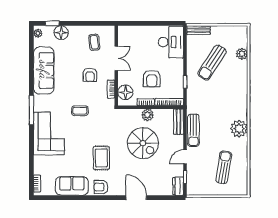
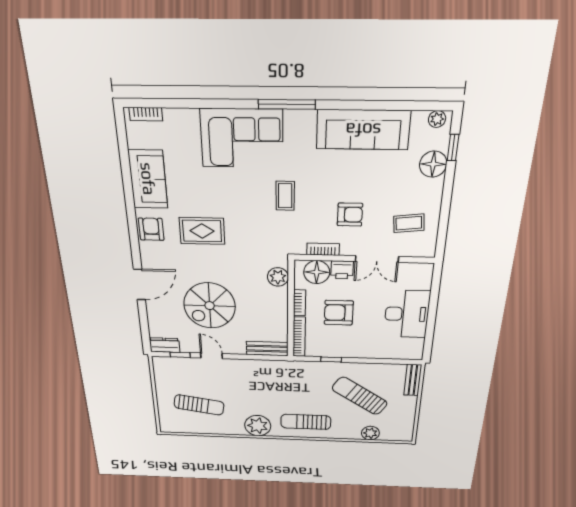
desk: (171, 42) -> (407, 314), moved, turned -90
armchair: (90, 75) -> (350, 215), turned 180
printer: (124, 78) -> (342, 270), added
plant: (148, 115) -> (278, 277), moved
sun lounger: (193, 130) -> (306, 422), moved
spiral stairs: (143, 143) -> (210, 306), moved

